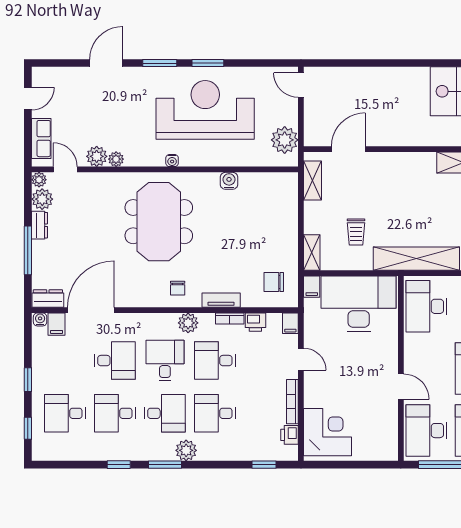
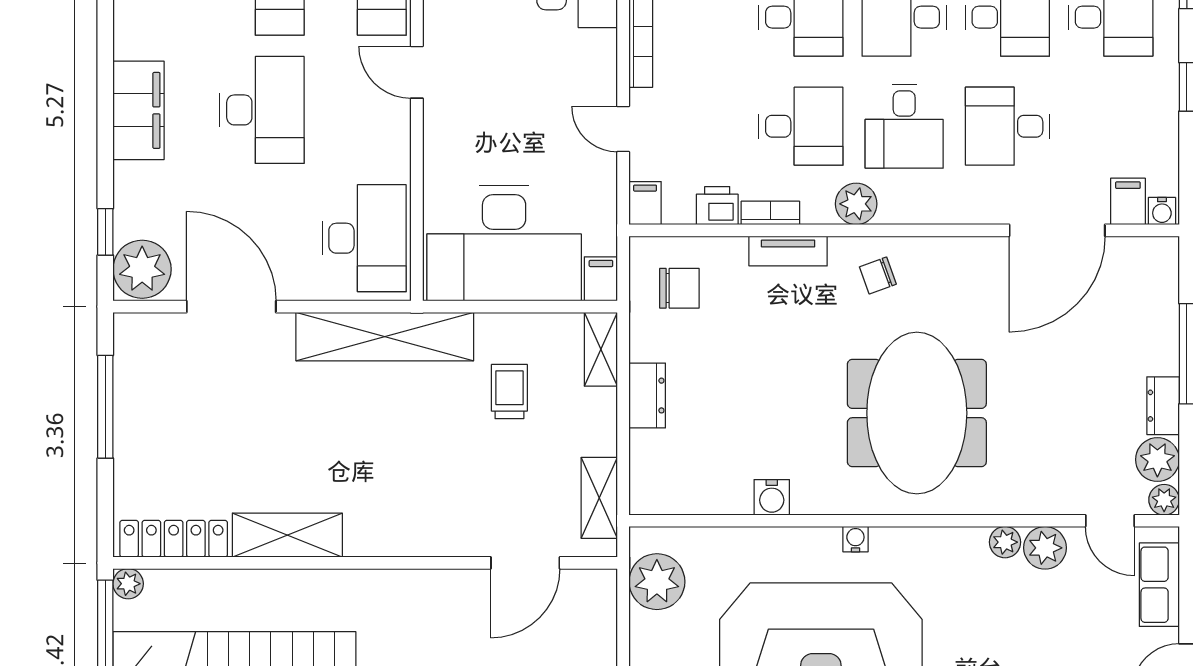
water cooler: (172, 161) -> (855, 539), moved
chair: (178, 288) -> (878, 275), turned -110
dresser: (48, 298) -> (647, 396), moved, turned -90

